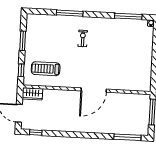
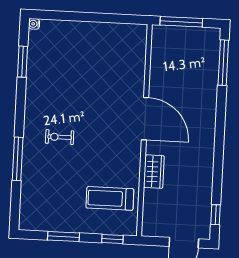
window: (128, 16) -> (23, 62), width x0.69
treadmill: (46, 69) -> (110, 198), turned 90
wardrobe: (32, 94) -> (154, 172), moved

